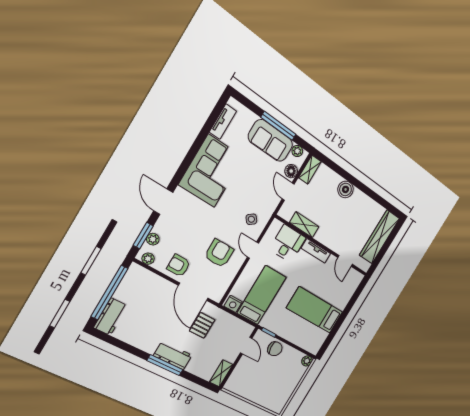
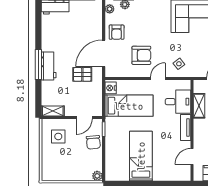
armchair: (179, 266) -> (117, 32), turned 180
side table: (249, 380) -> (58, 136), added

